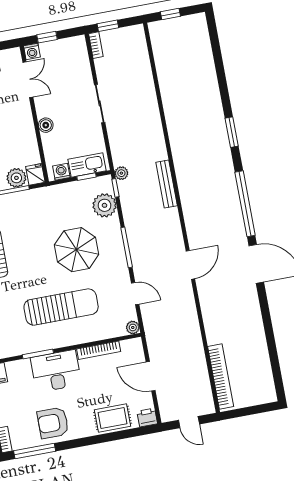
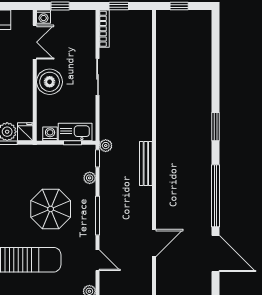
bookcase: (96, 45) -> (104, 29), width x1.56
boiler: (46, 125) -> (50, 82), width x1.86, depth x1.86
plant: (105, 205) -> (90, 178), width x0.53, depth x0.53

